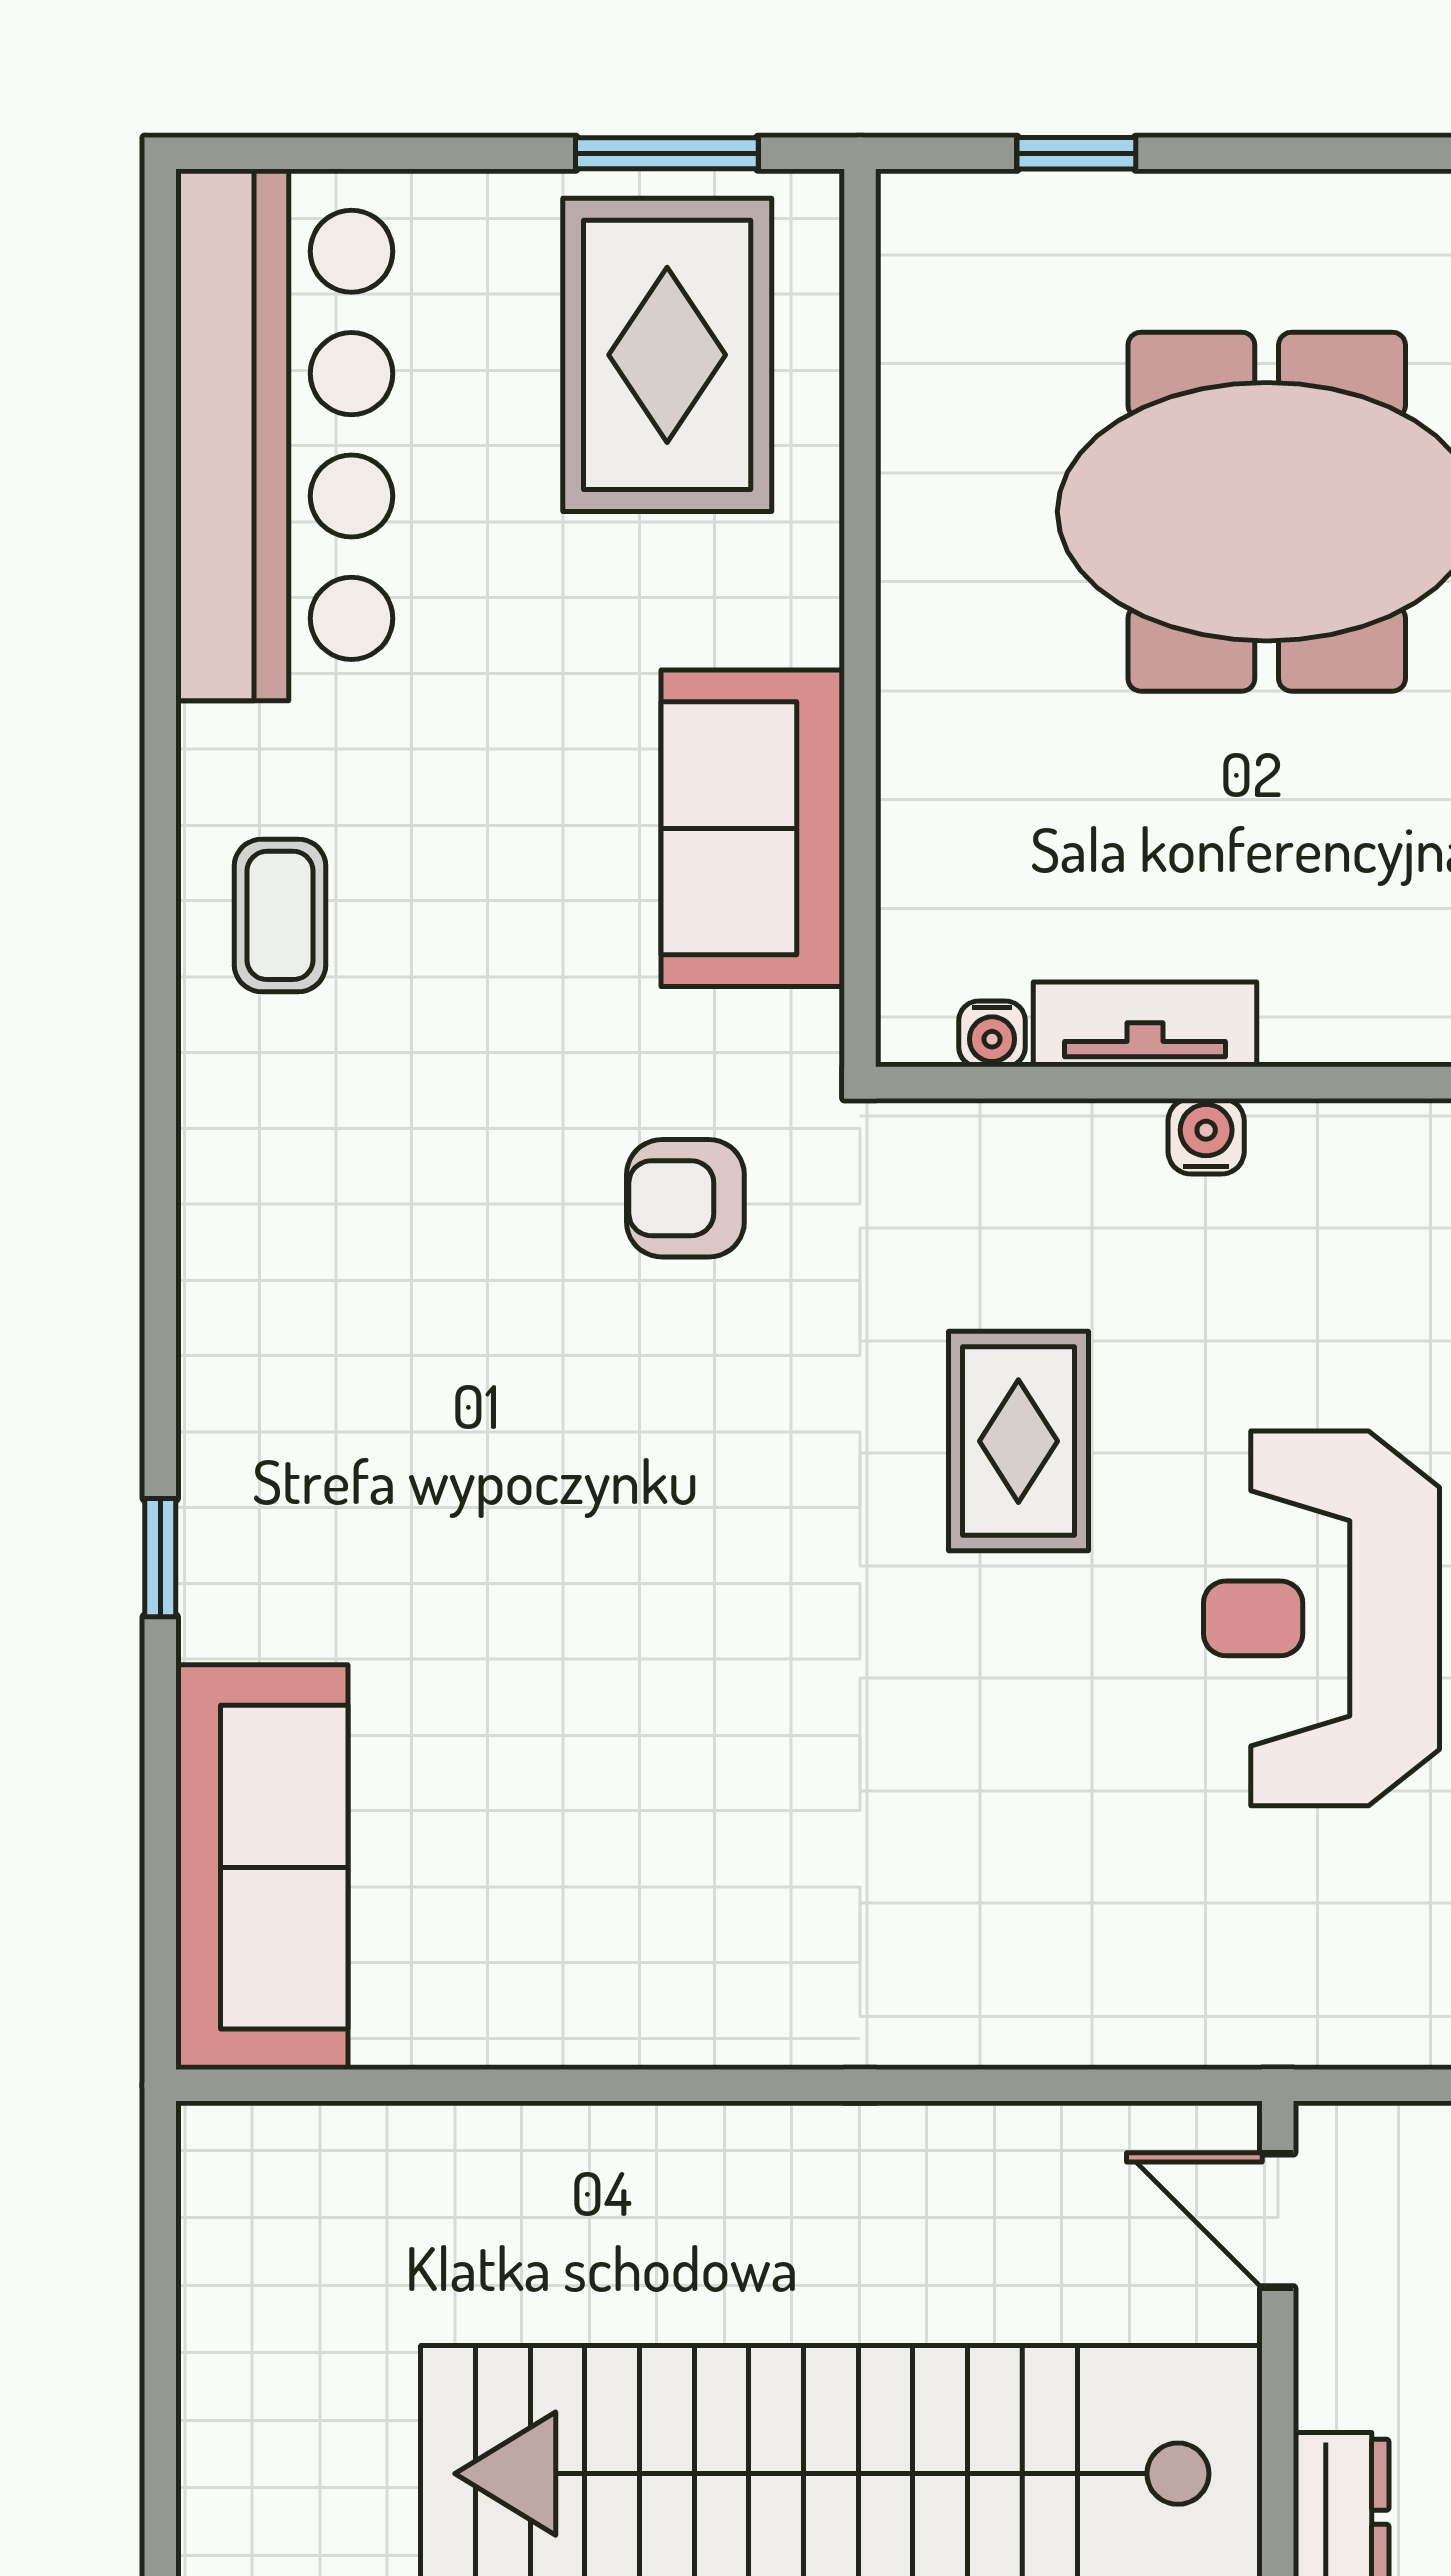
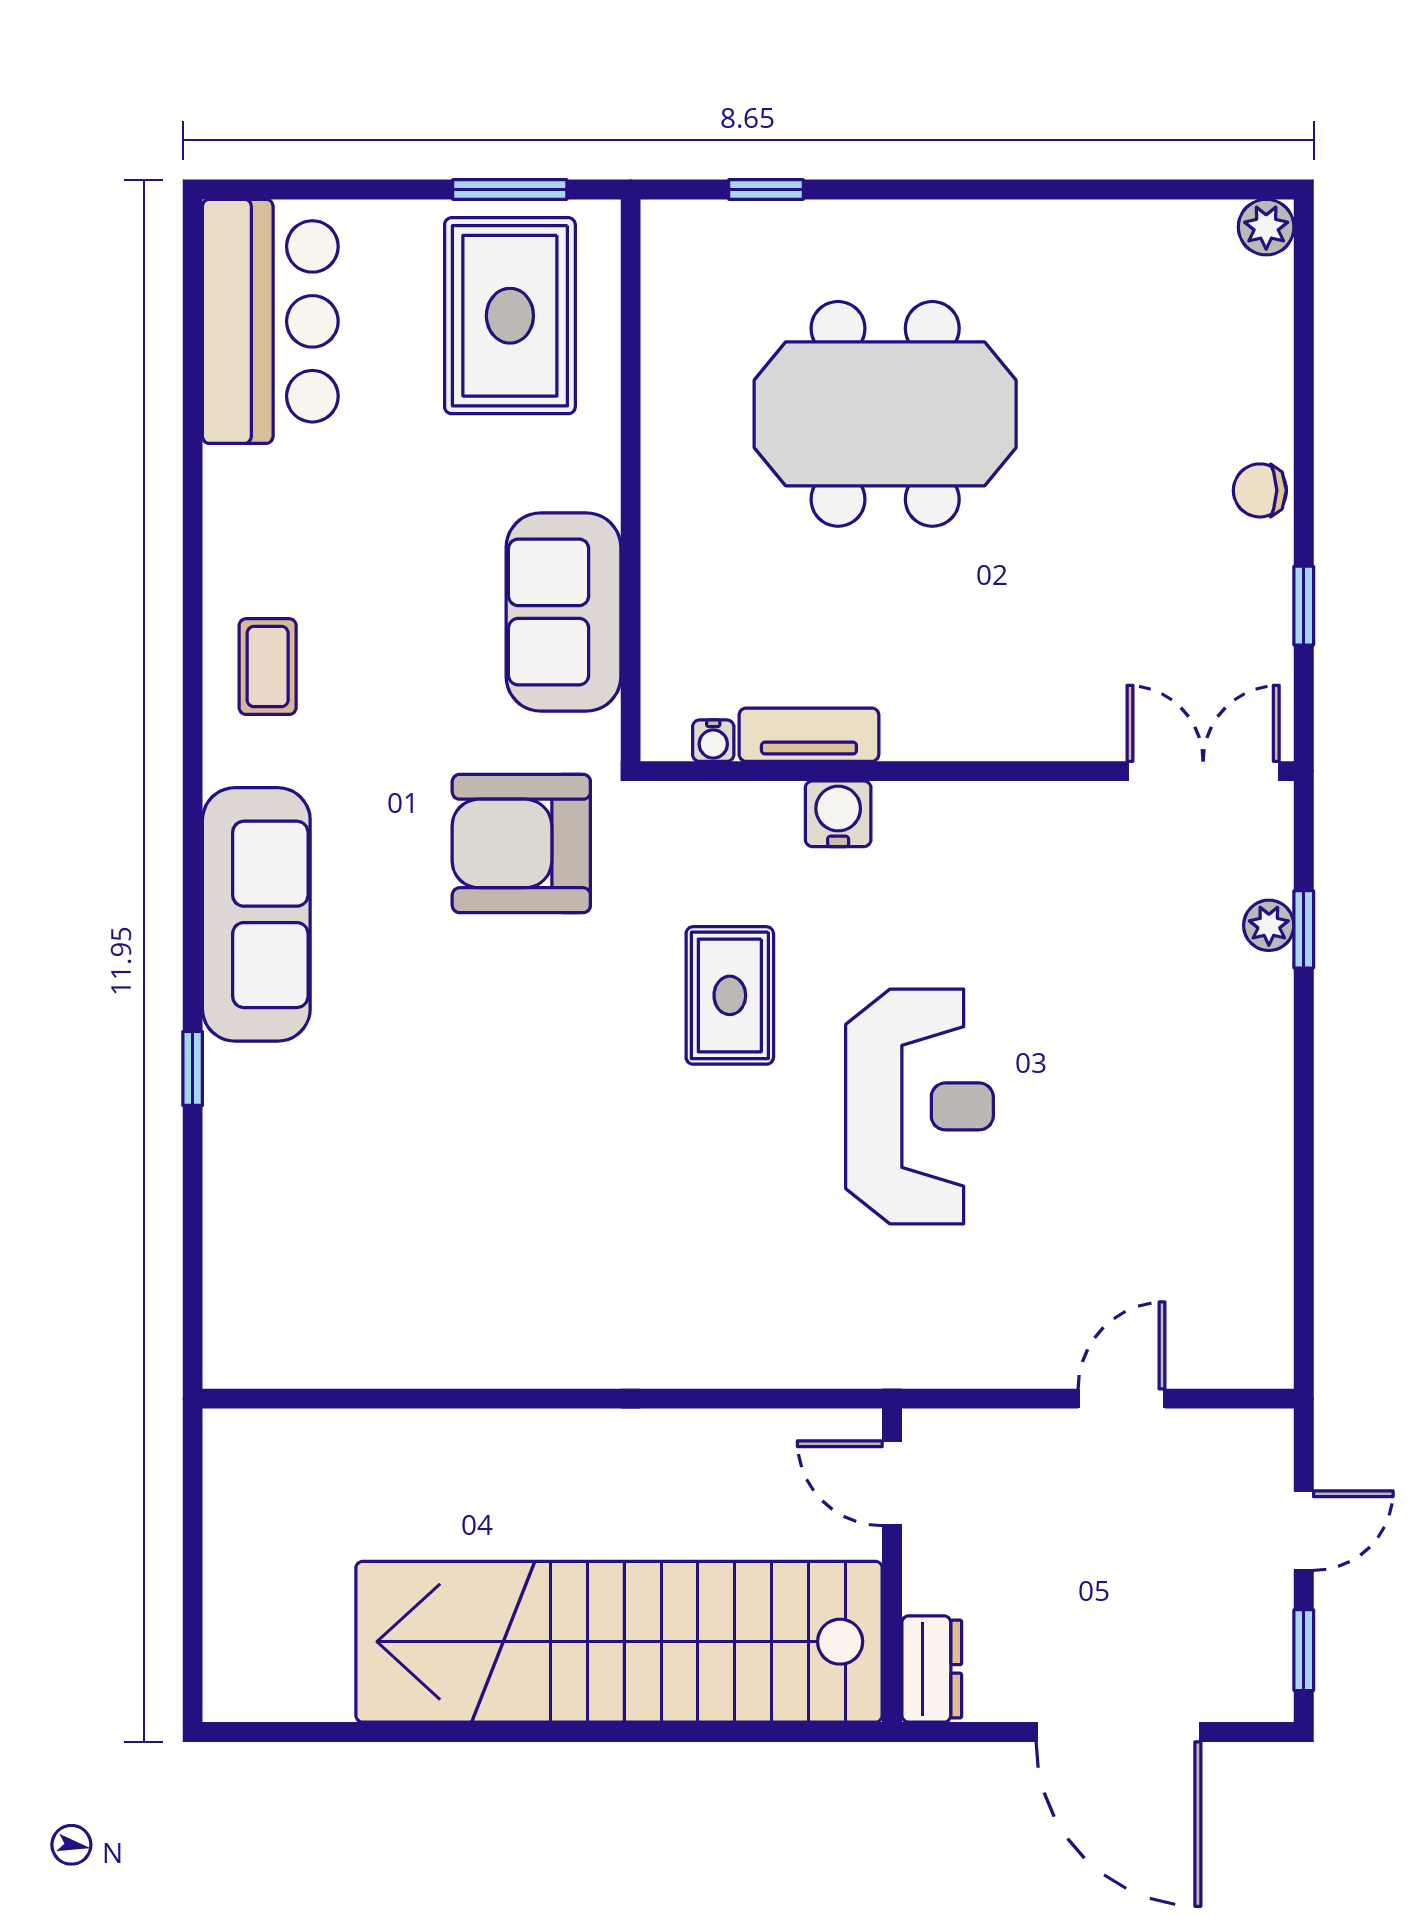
bar counter: (284, 435) -> (270, 321), width x0.73
water cooler: (1206, 1136) -> (838, 814), width x1.38, depth x1.38
armchair: (685, 1198) -> (521, 843), width x1.88, depth x1.88
reception desk: (1322, 1618) -> (919, 1106), turned 180
sofa: (262, 1867) -> (256, 914), moved

